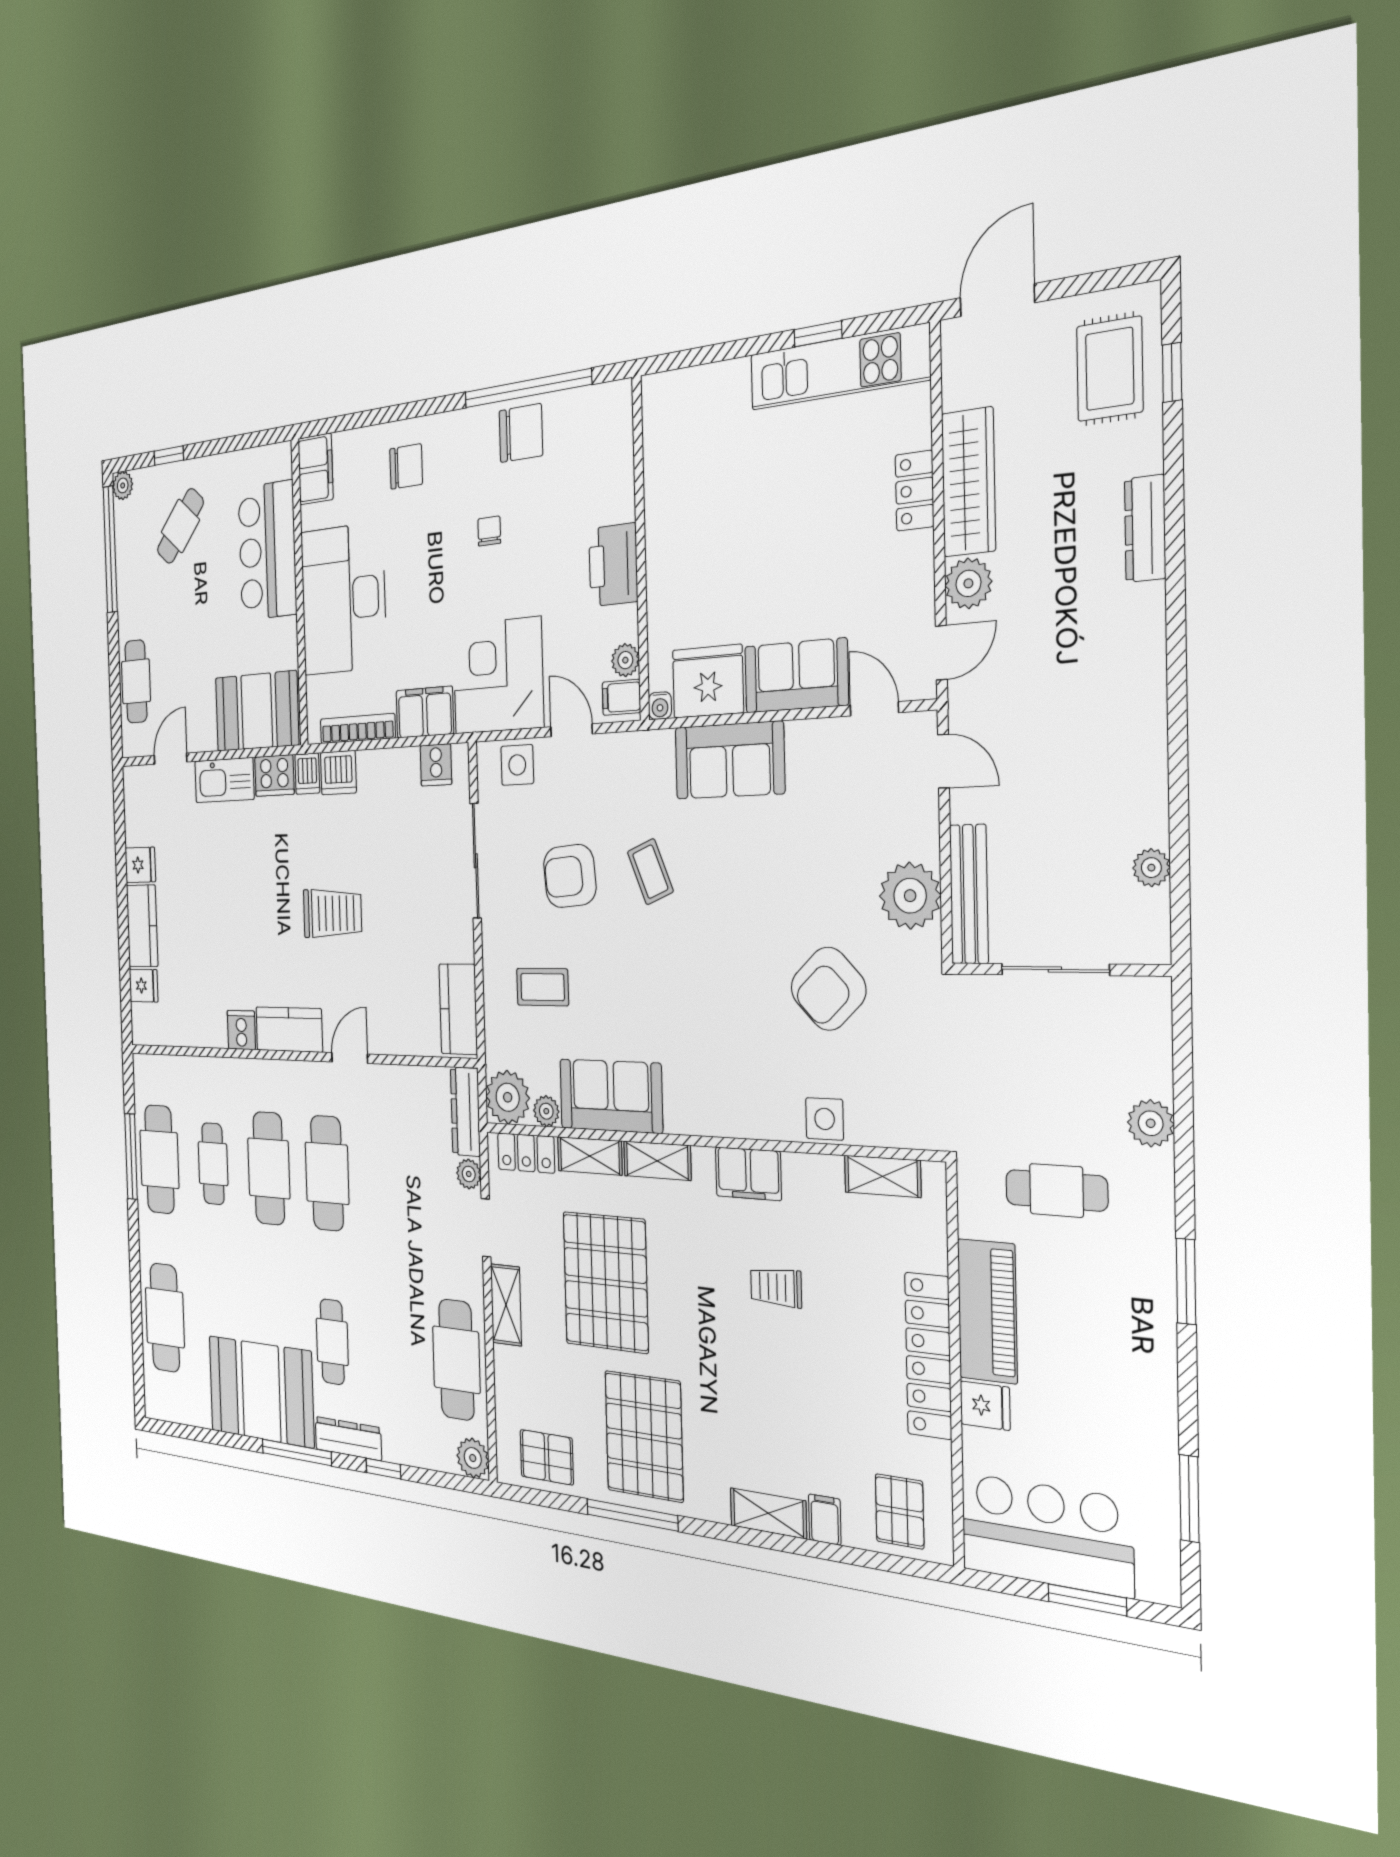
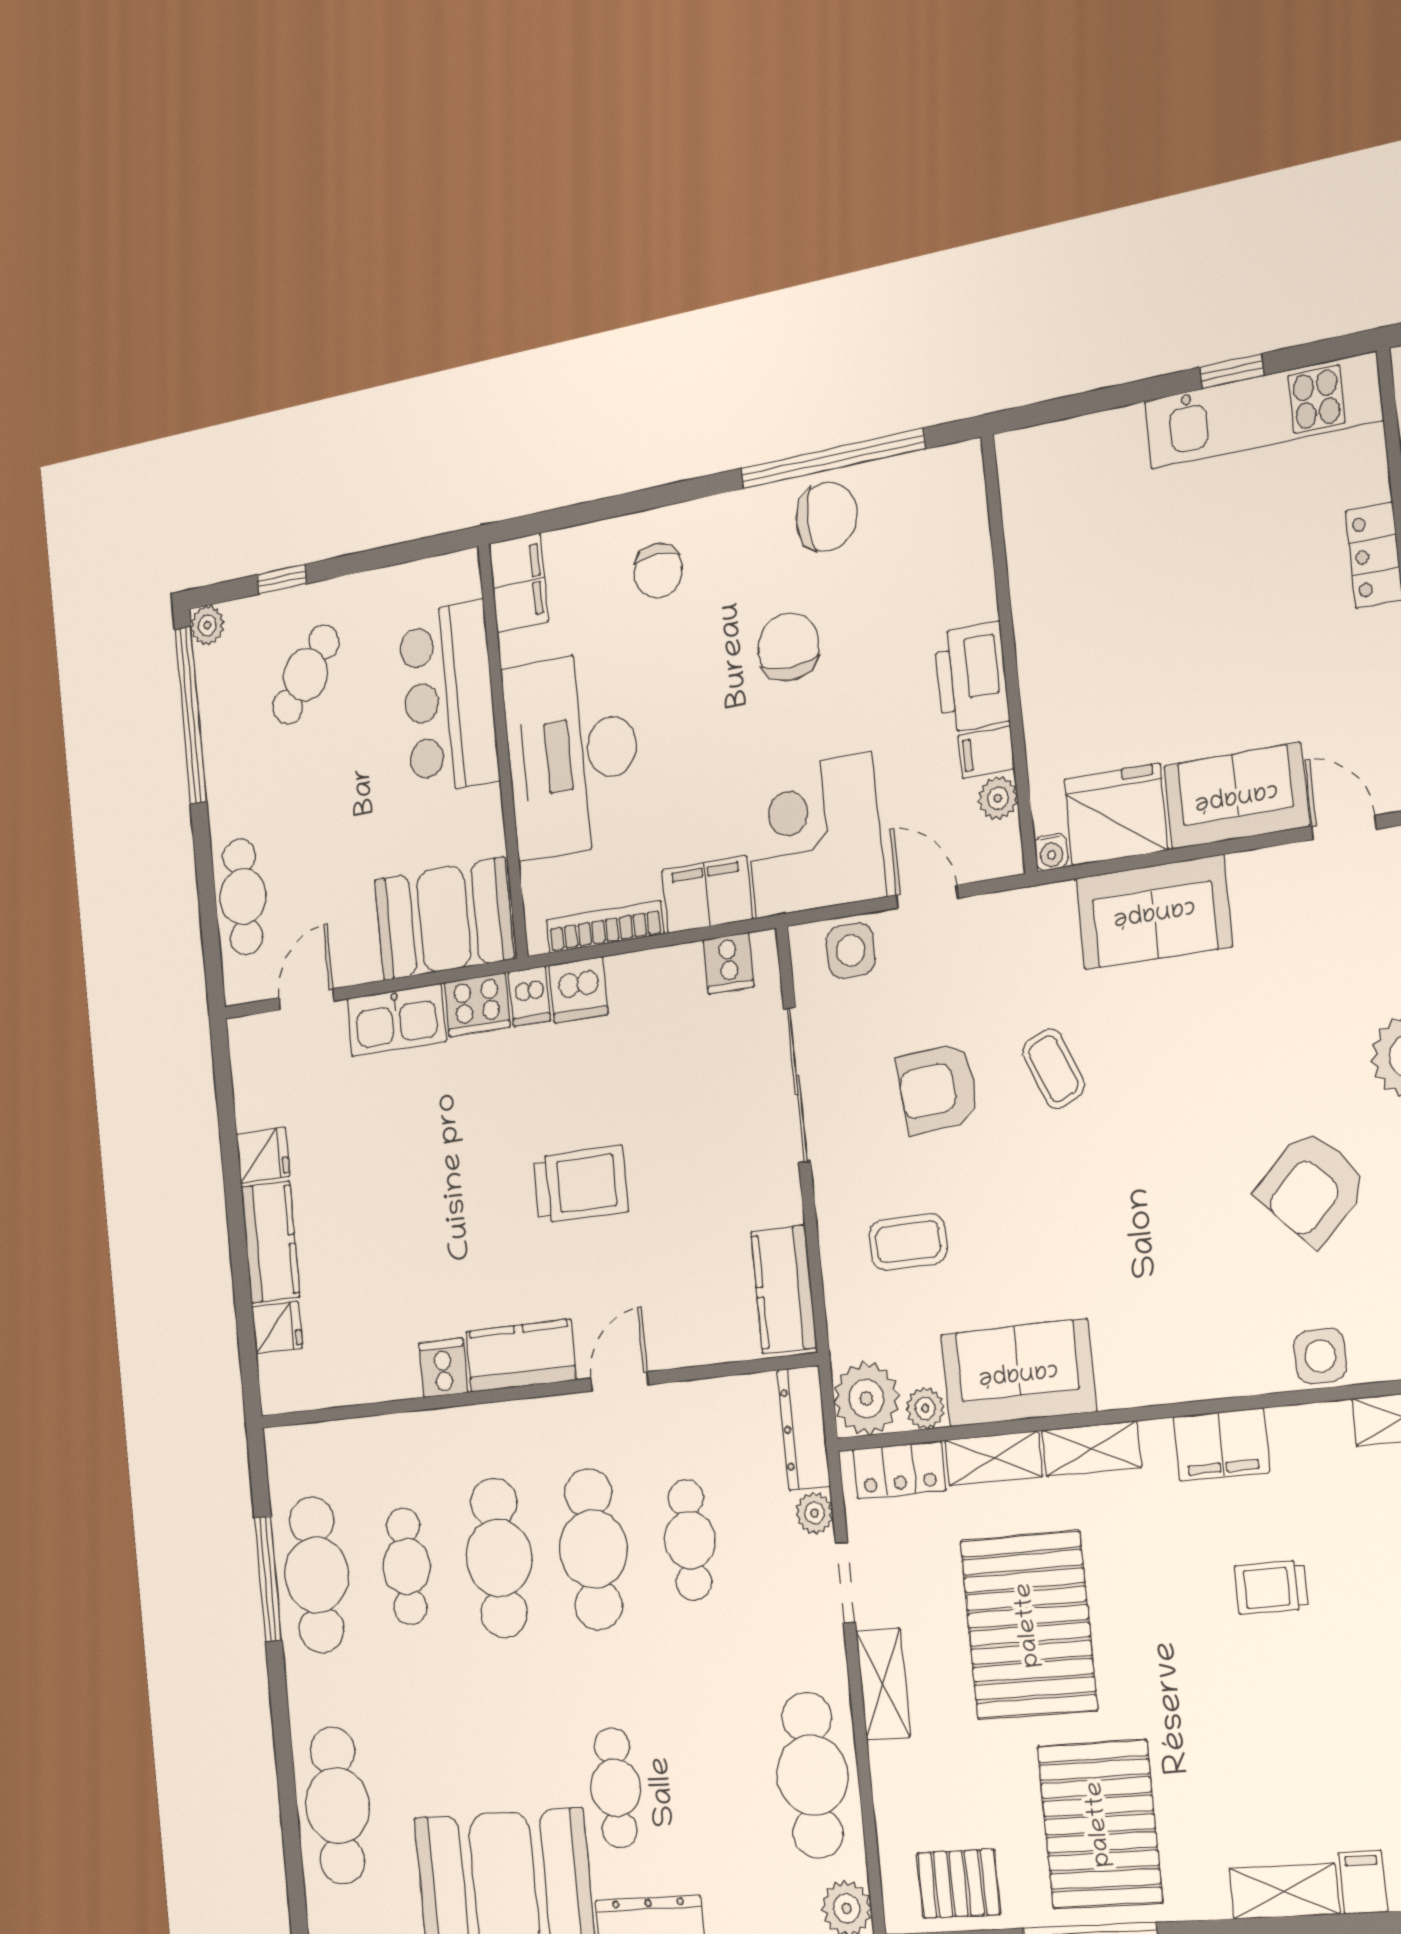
chair: (406, 467) -> (658, 571), turned 90
chair: (489, 531) -> (788, 647), width x1.87, depth x1.87
filing cabinet: (621, 697) -> (986, 752), moved
cafe table: (388, 1178) -> (690, 1540), added

